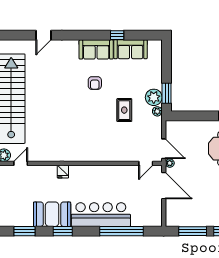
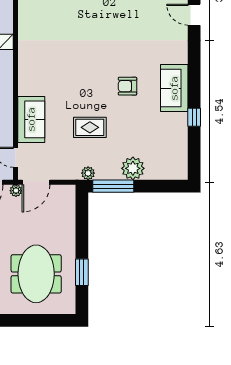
sofa: (131, 49) -> (31, 119), moved, turned 180
window: (167, 93) -> (113, 186), width x1.44
plant: (154, 97) -> (133, 168), moved

